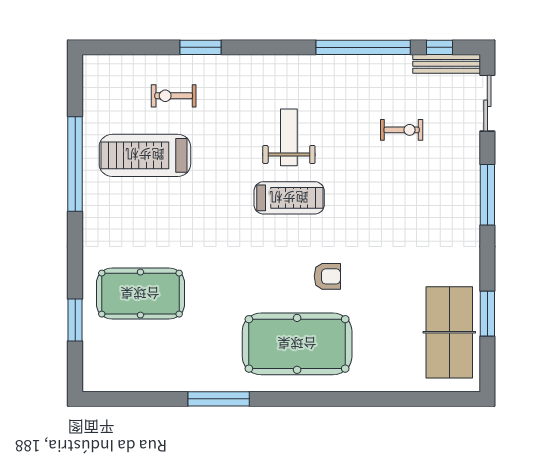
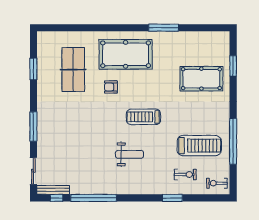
exercise bike: (402, 130) -> (217, 183), moved
weight bench: (289, 137) -> (130, 154), turned -90
treadmill: (289, 198) -> (143, 117), moved
table tennis table: (449, 332) -> (73, 70), moved

